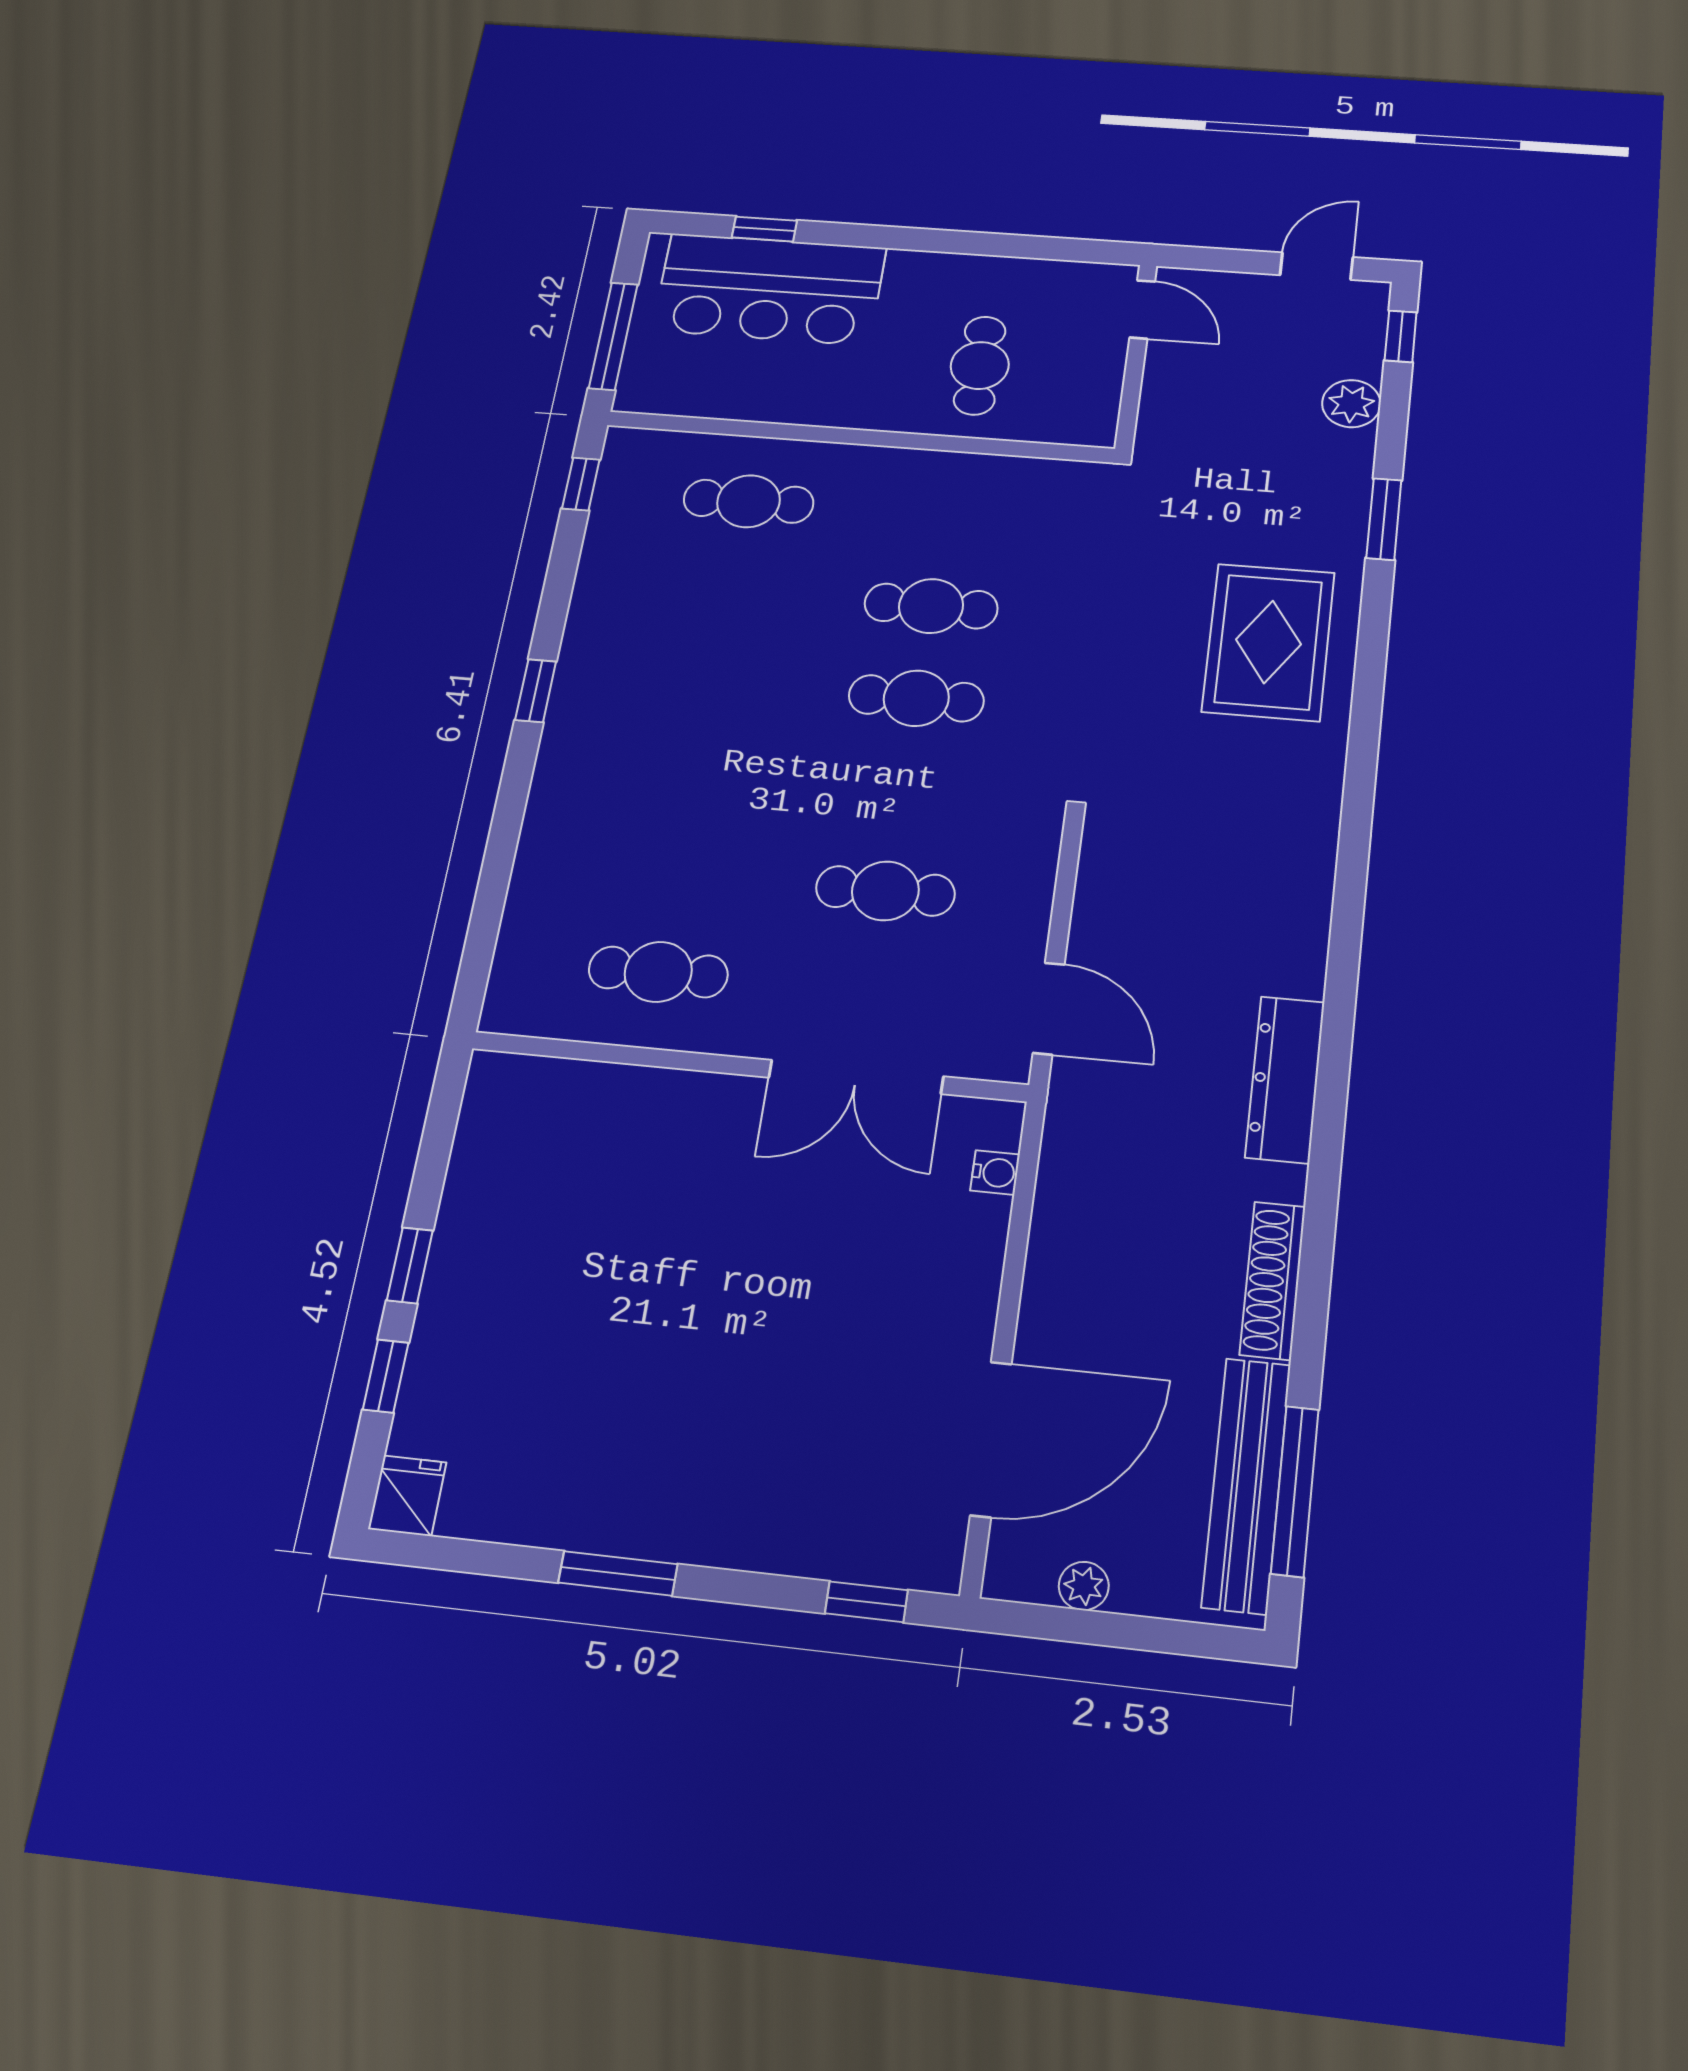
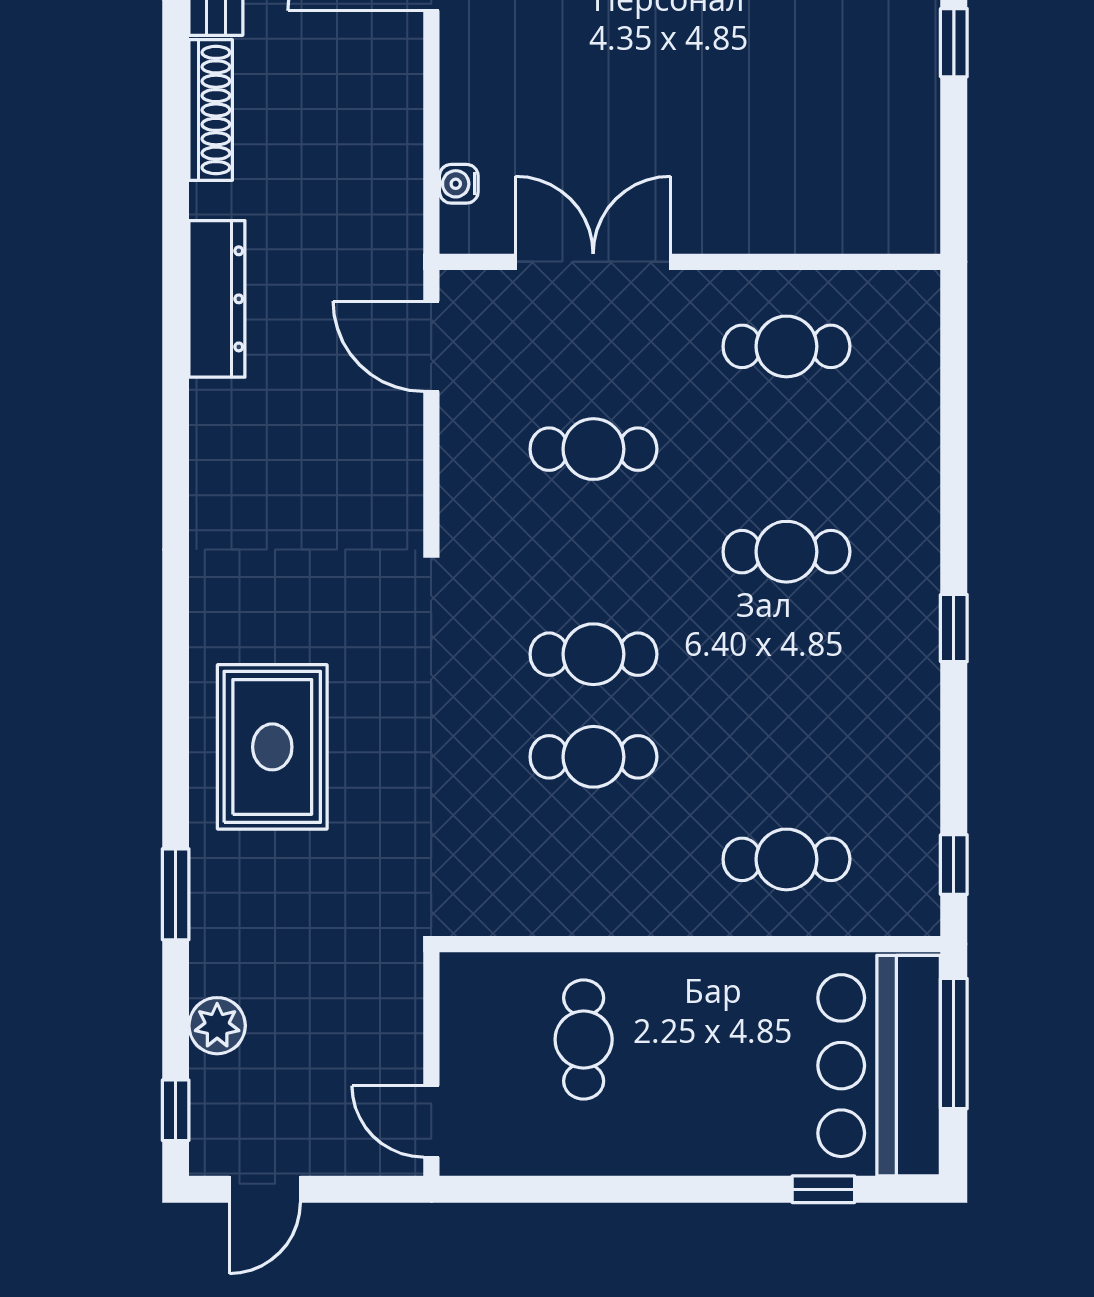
bar counter: (769, 289) -> (879, 1066), moved, turned -90
cafe table: (696, 776) -> (786, 552), added

